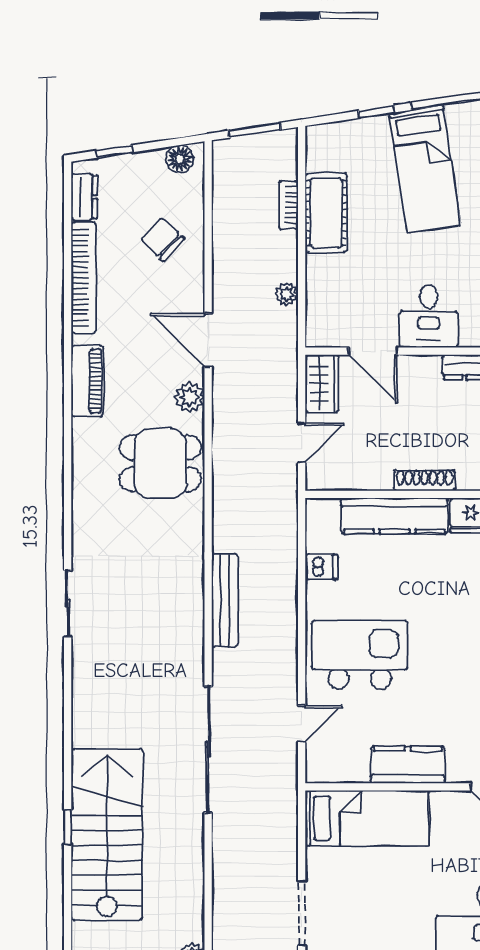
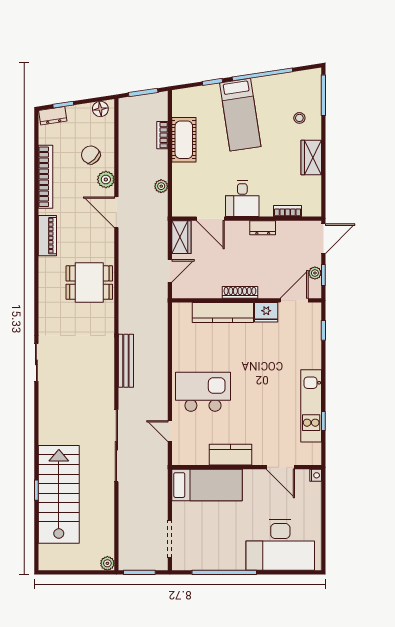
dresser: (84, 197) -> (53, 116), moved, turned 81
plant: (189, 397) -> (106, 179), moved
dishwasher: (321, 567) -> (181, 342), removed
door: (302, 724) -> (170, 431), swing flipped

